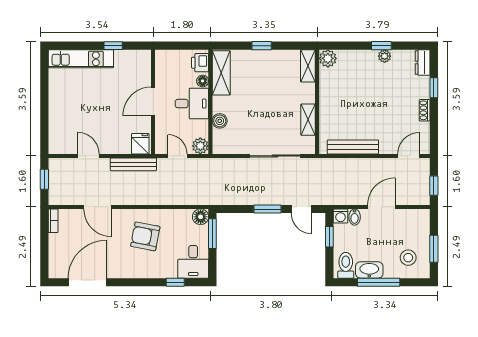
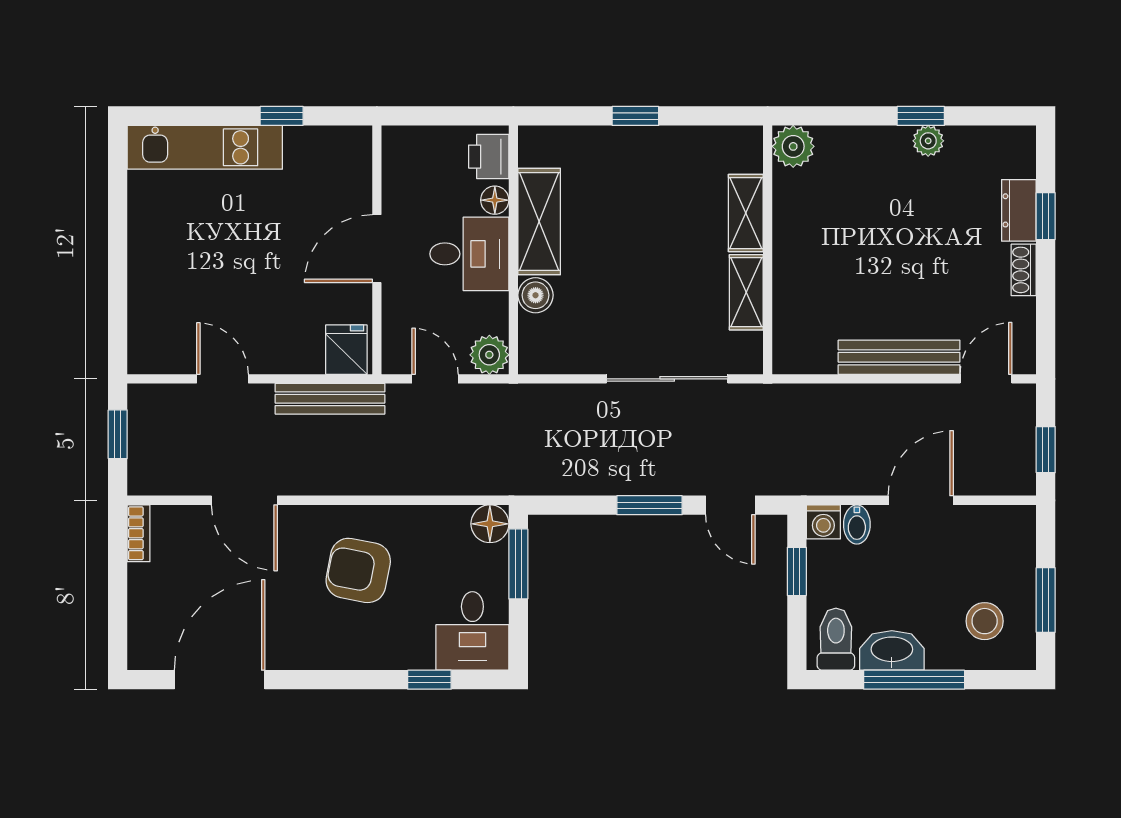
dresser: (423, 63) -> (1019, 210), moved
shelving: (308, 66) -> (746, 213), moved
shelving: (221, 73) -> (539, 221), moved
bench: (353, 147) -> (899, 357), moved

